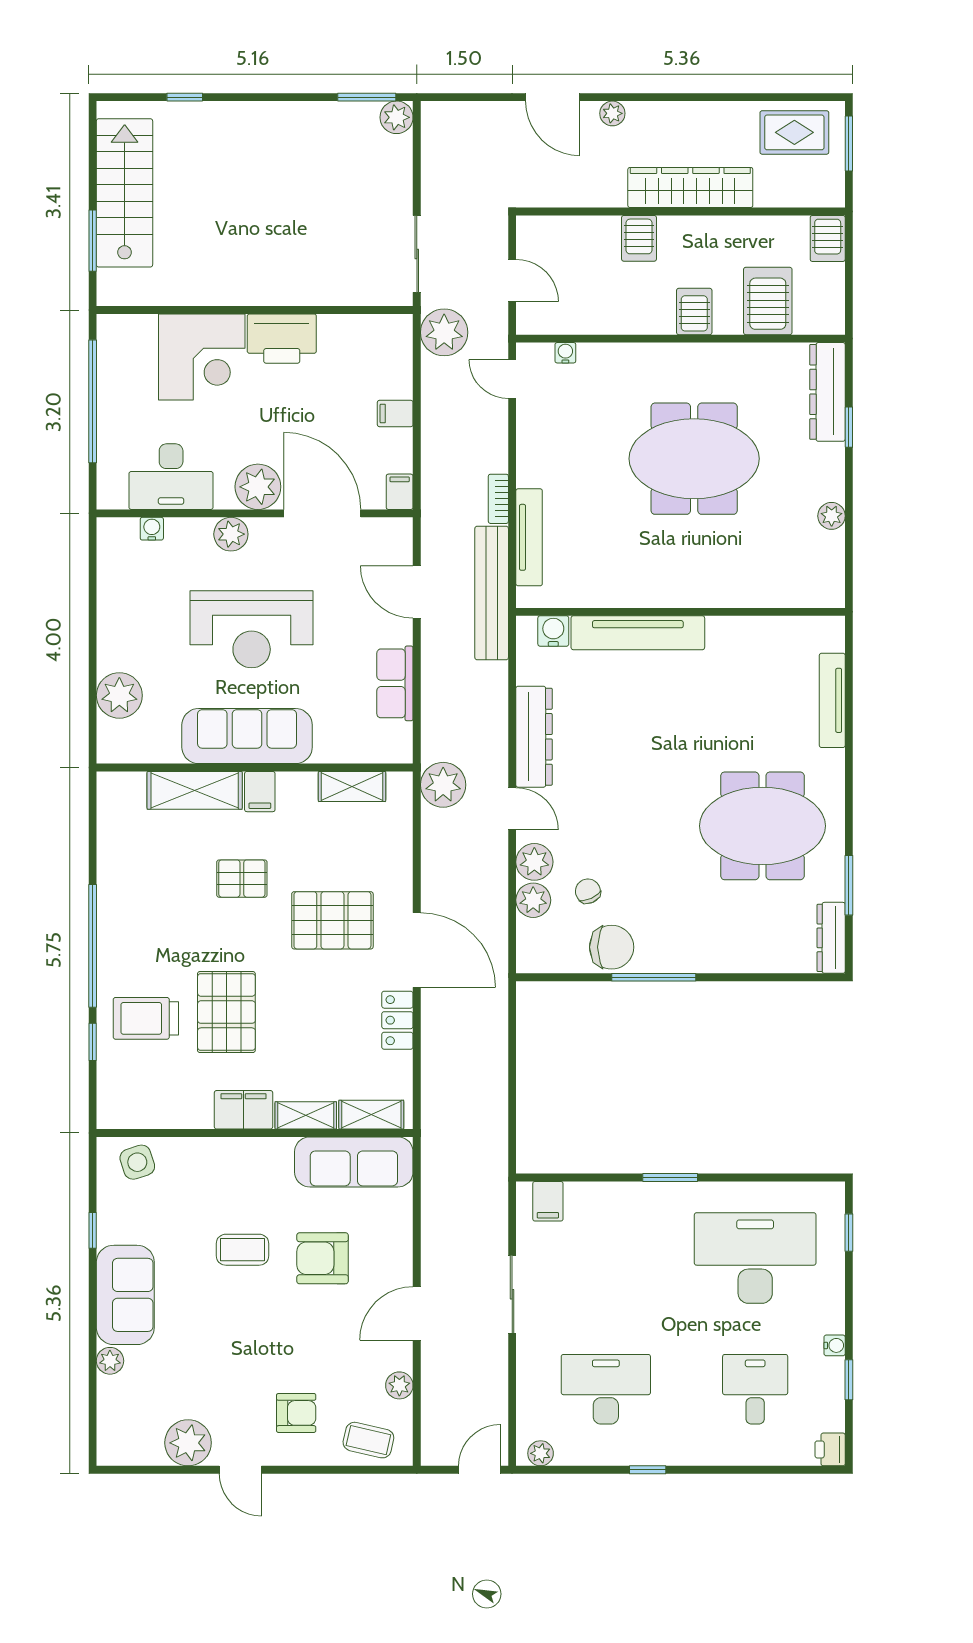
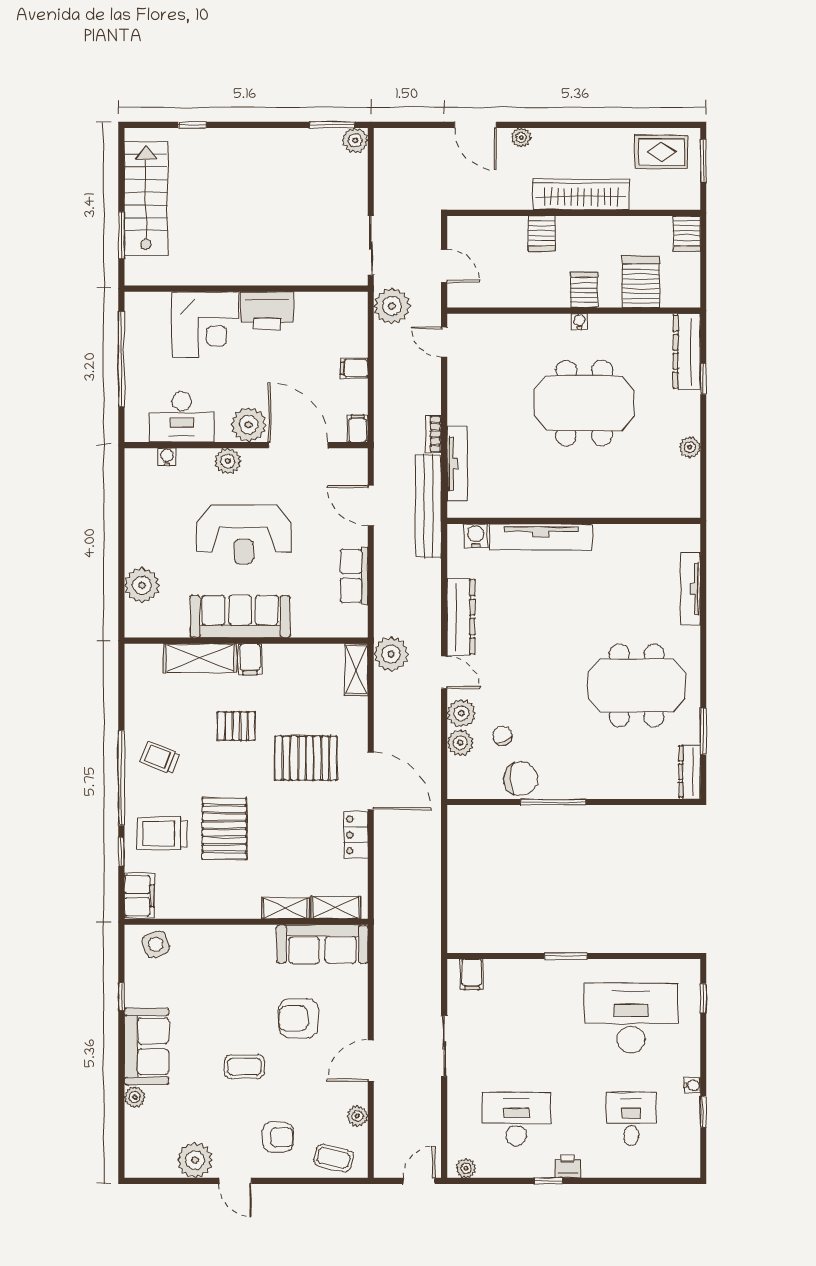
water cooler: (565, 353) -> (579, 322), moved
shelving: (352, 786) -> (356, 669), moved, turned 90
trolley: (143, 920) -> (160, 758), added
filing cabinet: (243, 1110) -> (139, 896), moved, turned 90
coffee table: (242, 1250) -> (244, 1067), moved
printer: (830, 1449) -> (568, 1166), moved, turned 90

